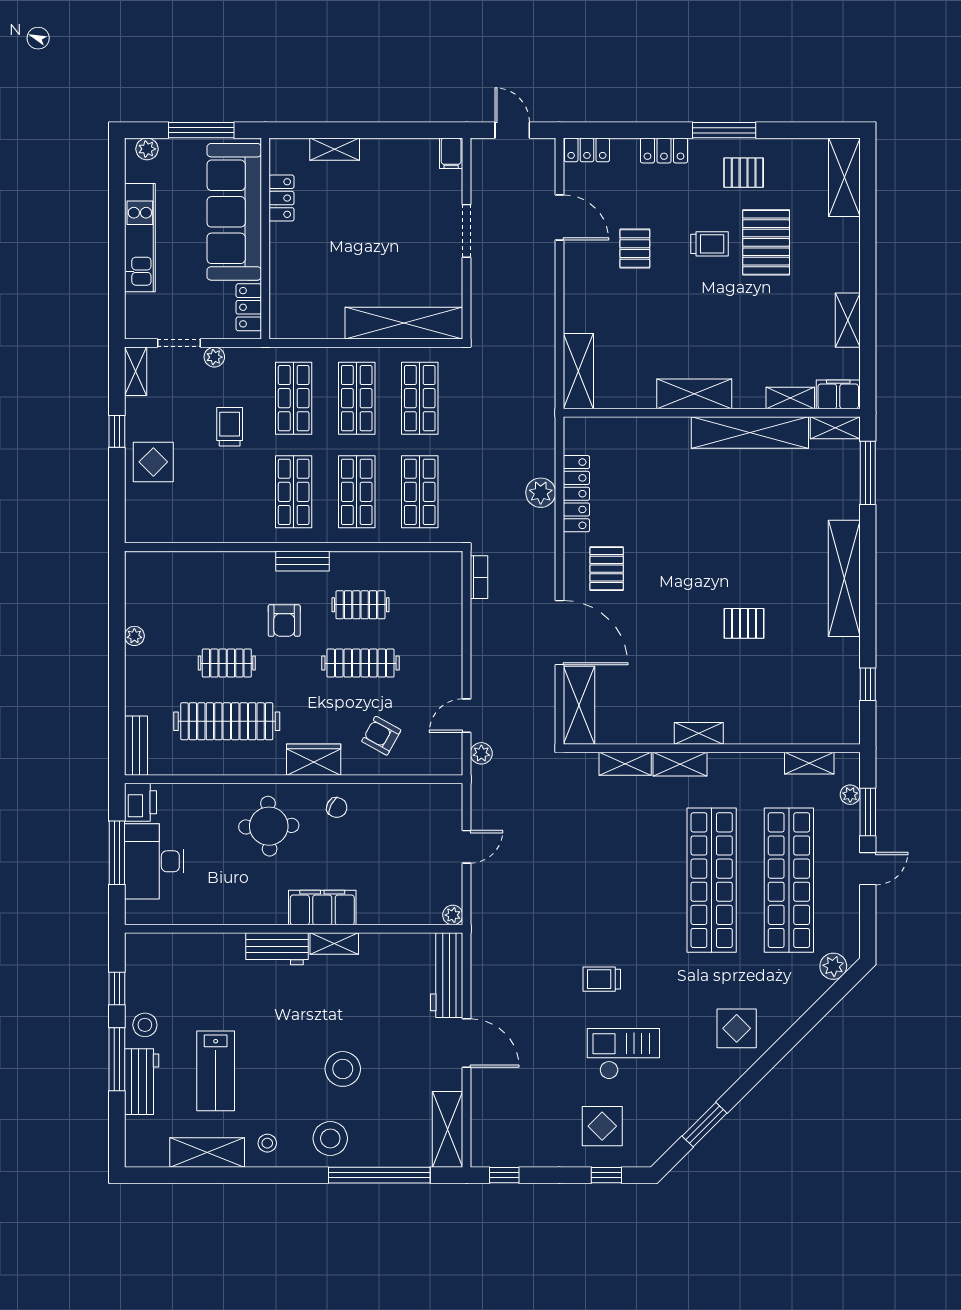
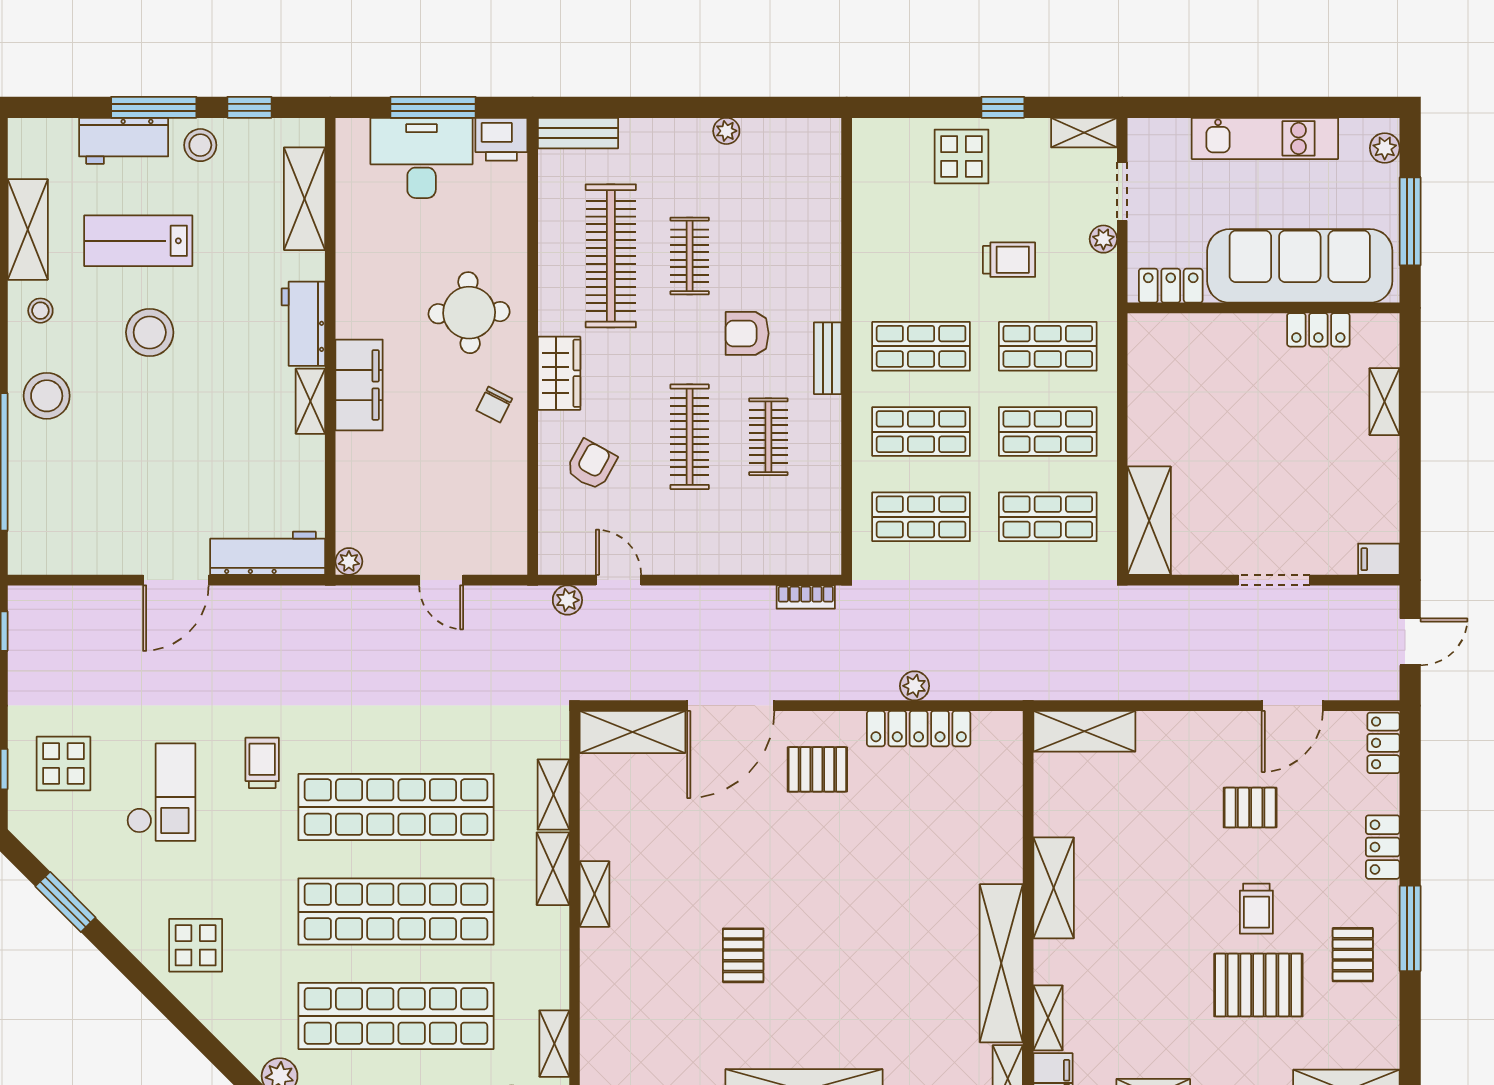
shelving: (404, 323) -> (1149, 521), width x0.68
plant: (541, 493) -> (915, 686), width x0.73, depth x0.73
shop shelf: (634, 880) -> (396, 807), added
stool: (343, 1069) -> (150, 332), moved
shelving: (447, 1129) -> (304, 199), moved, turned 90

